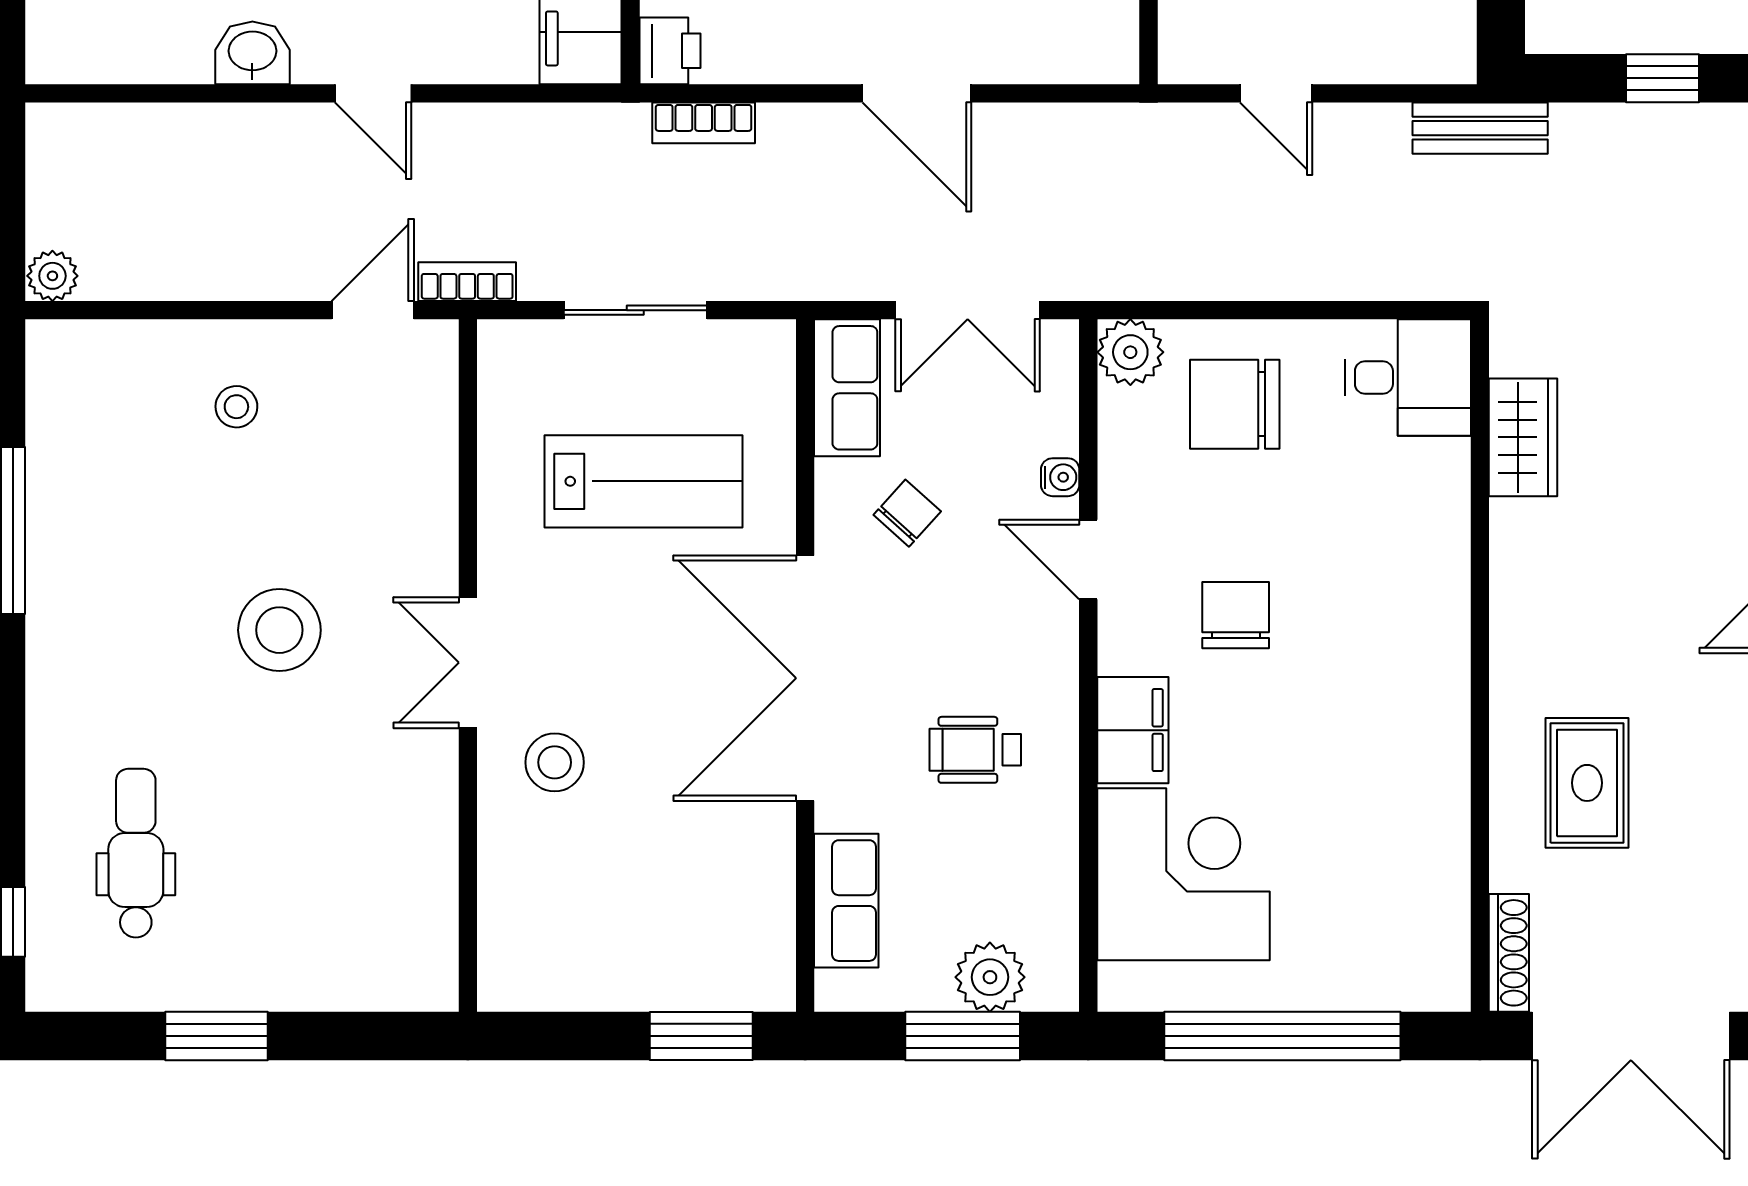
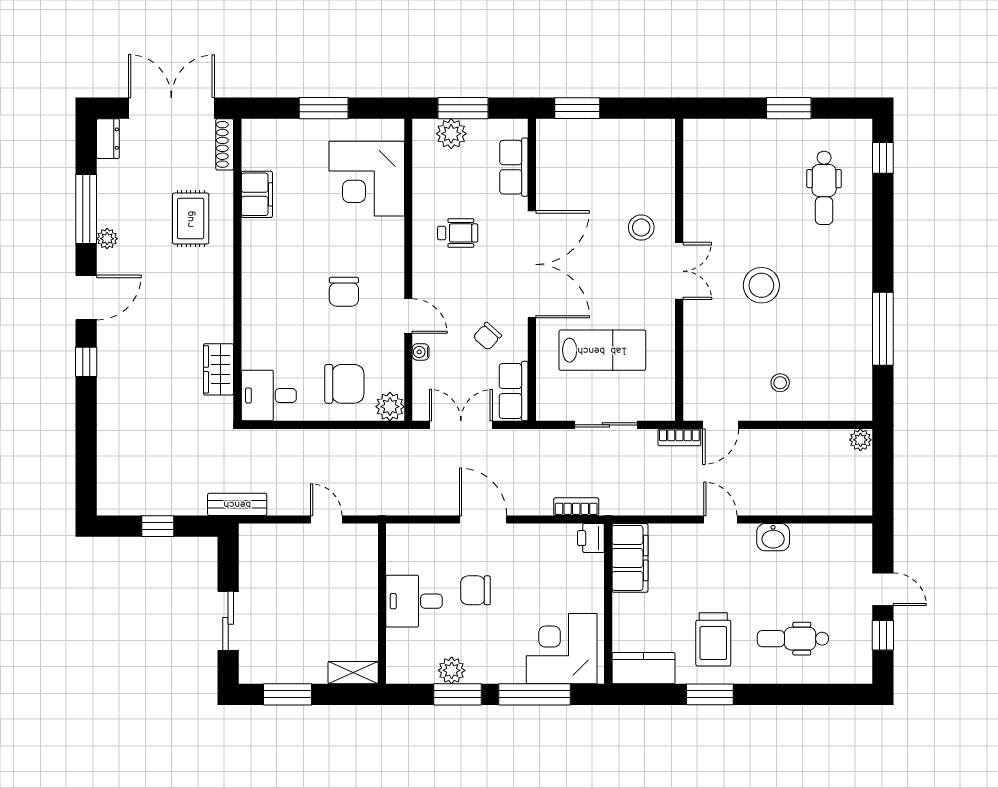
lab bench: (643, 481) -> (602, 350), turned 180
filing cabinet: (1133, 730) -> (257, 194), moved, turned 180
window: (1282, 1036) -> (324, 108), width x0.47

